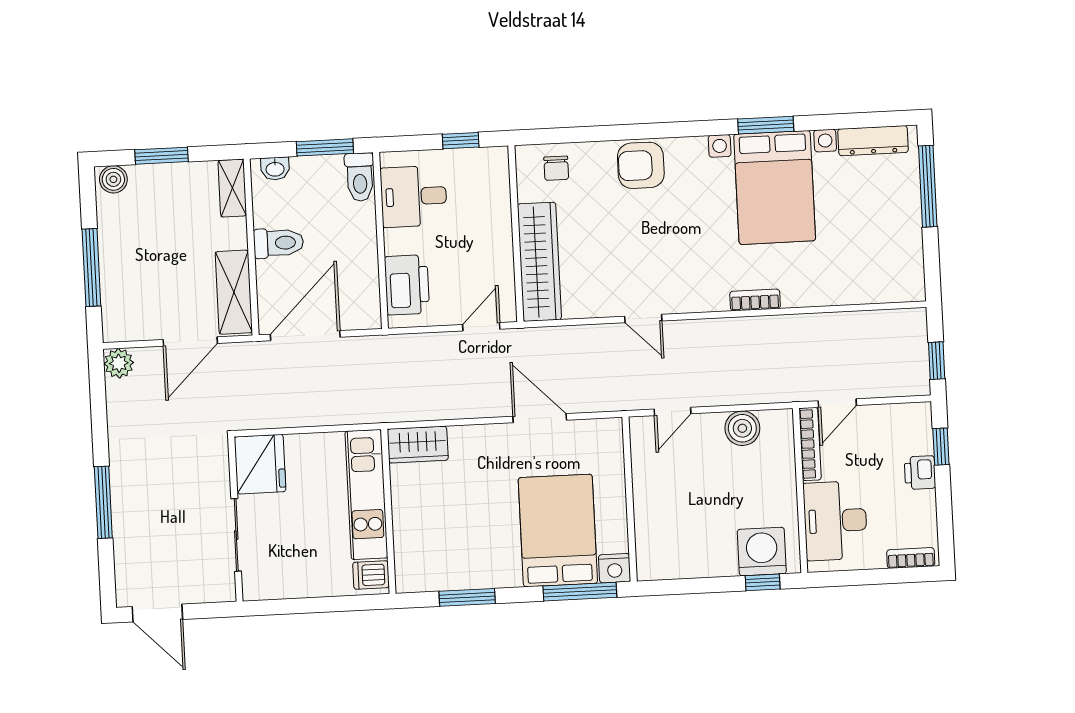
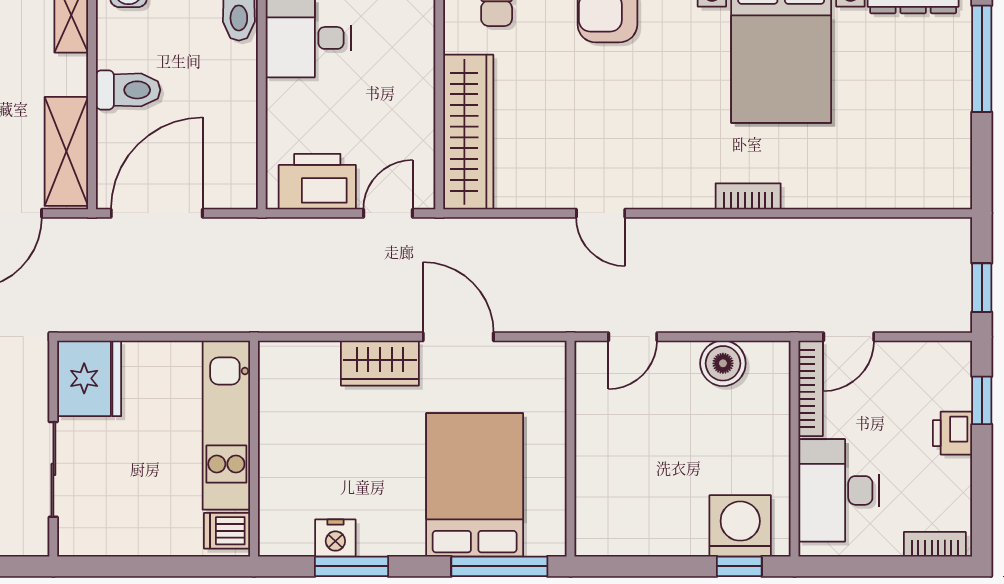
printer: (407, 285) -> (317, 182), moved, turned -90
wardrobe: (418, 445) -> (380, 363), moved
nightstand: (615, 568) -> (335, 538), moved

